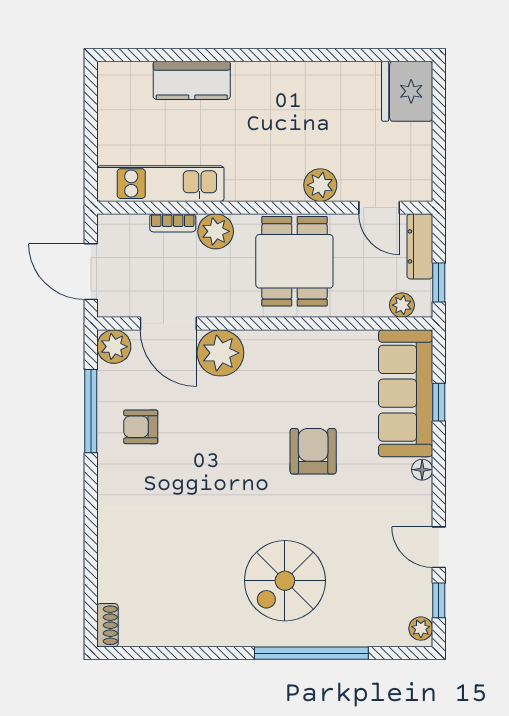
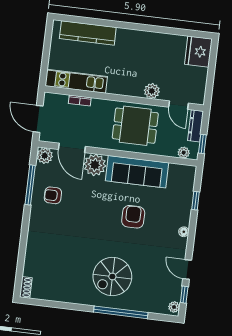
kitchen counter: (192, 80) -> (88, 33), width x1.50
plant: (216, 231) -> (100, 107), removed
dining table: (294, 261) -> (135, 126), turned 90
sofa: (406, 393) -> (137, 172), moved, turned -90

